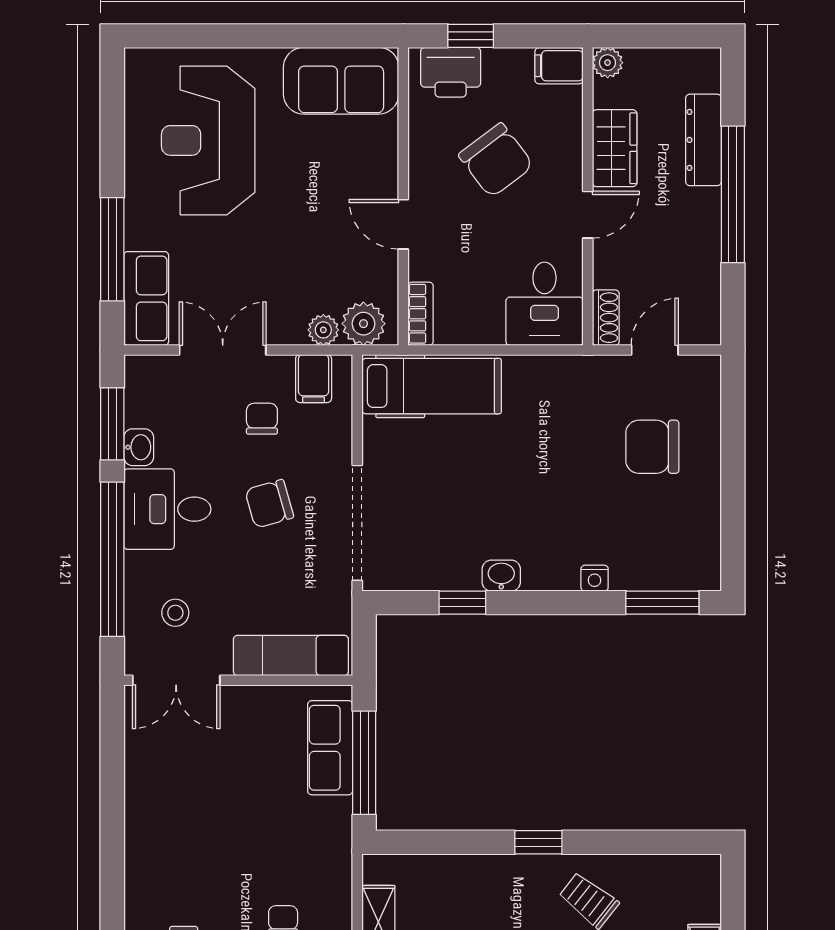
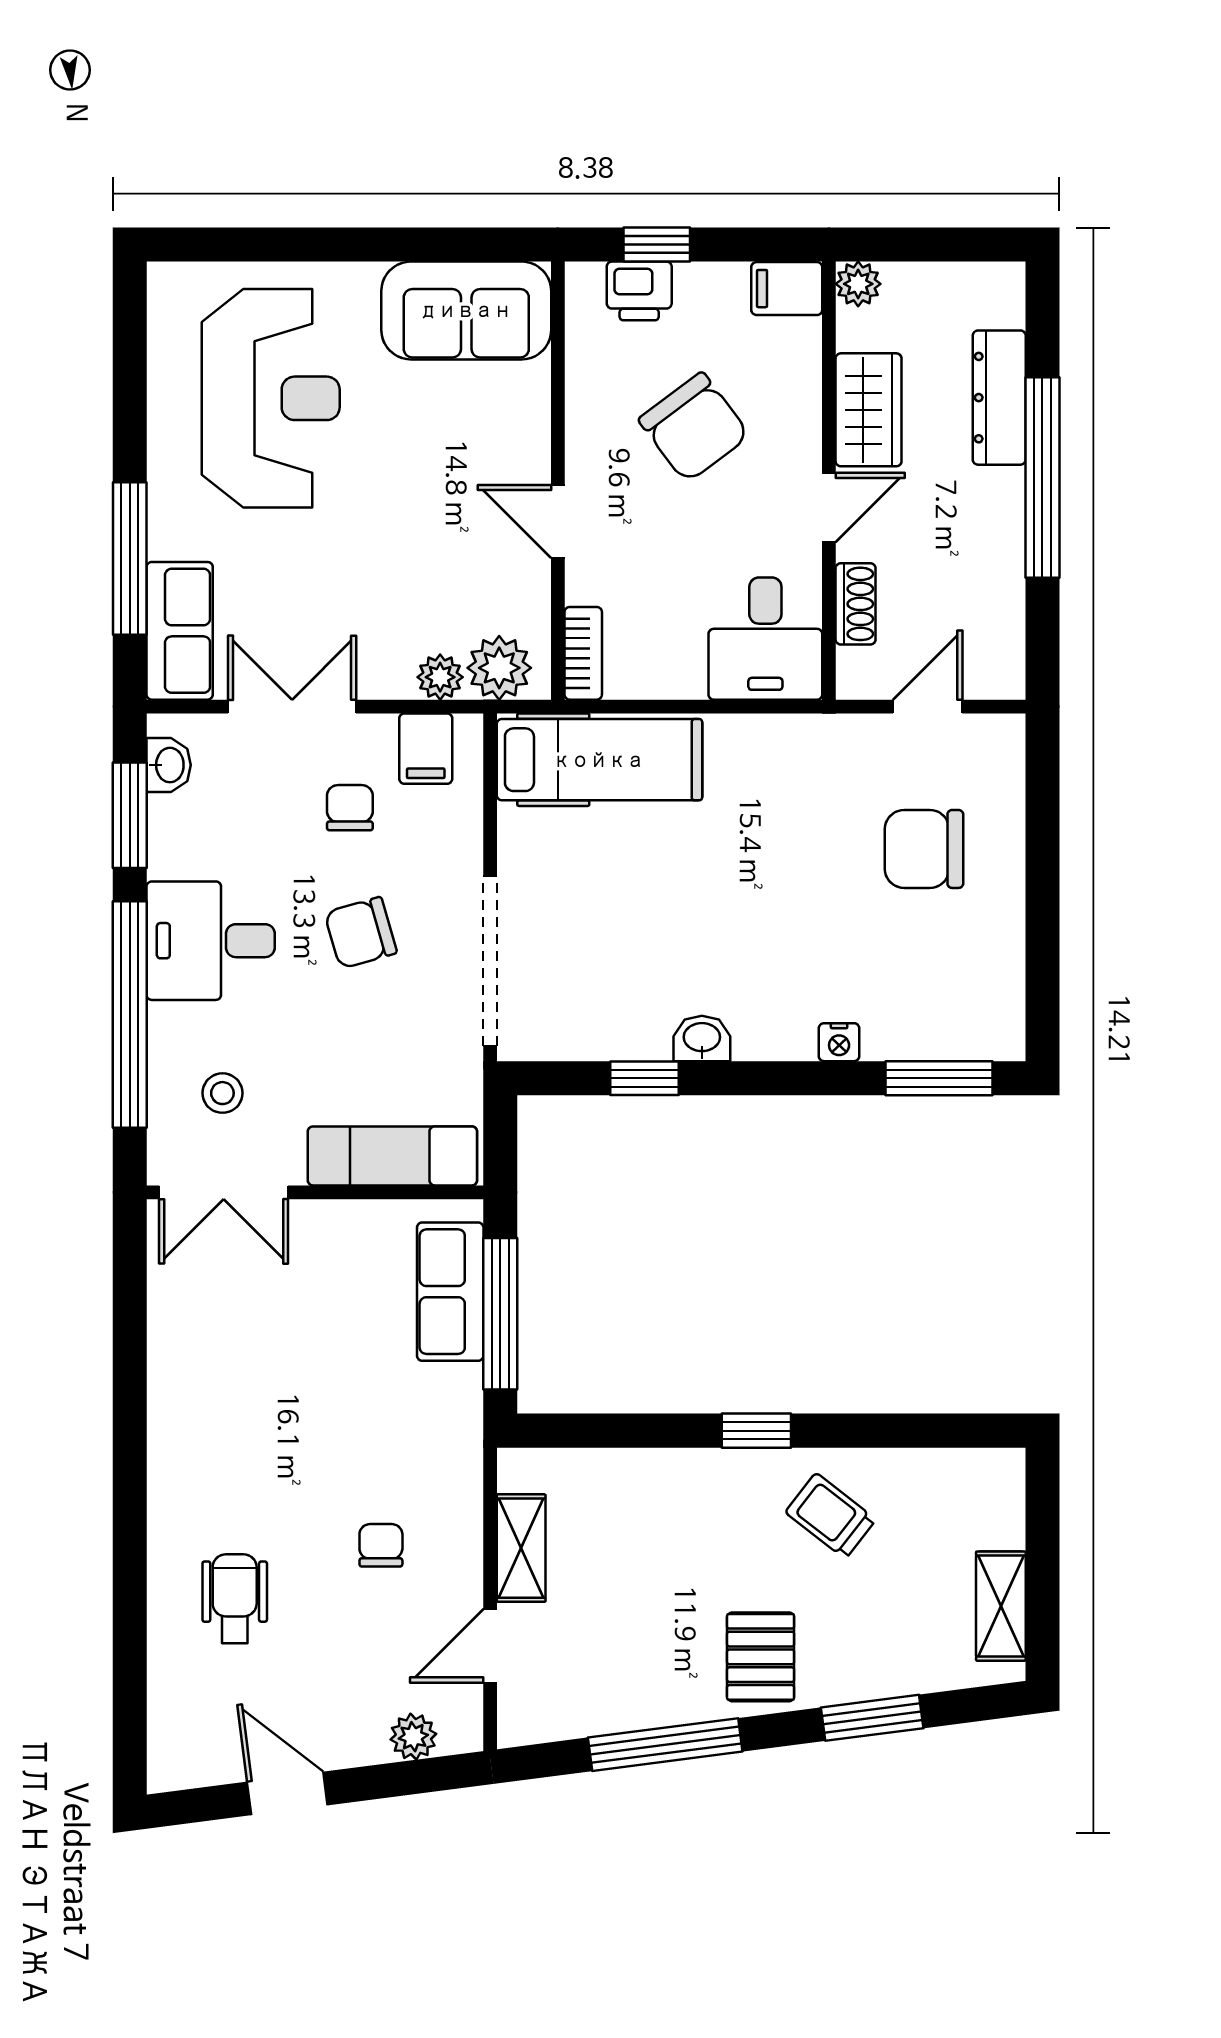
printer: (451, 72) -> (639, 291), width x0.73, depth x0.81
reception desk: (208, 140) -> (271, 398), turned 180
shoe rack: (606, 318) -> (856, 604), moved
washbasin: (139, 447) -> (169, 765), moved

